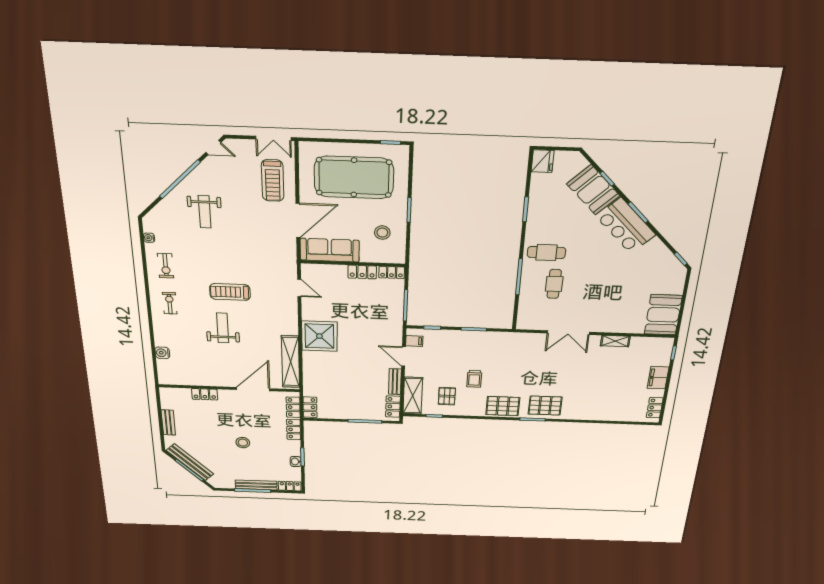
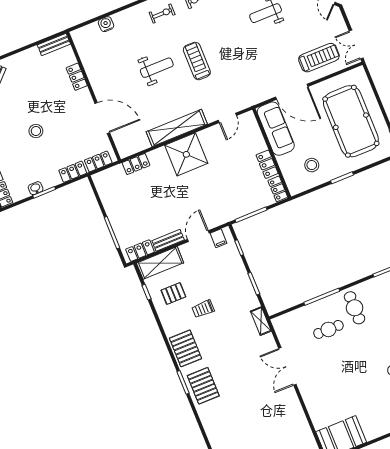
treadmill: (273, 180) -> (319, 58), turned 180
shelving: (615, 341) -> (261, 321), moved
shelving: (291, 362) -> (177, 128), moved
locker: (310, 407) -> (136, 164), moved
bench: (168, 422) -> (54, 44), moved

